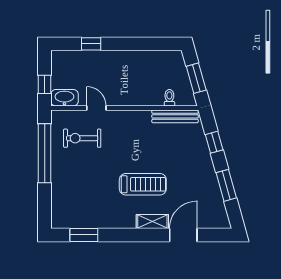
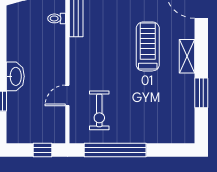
washbasin: (64, 98) -> (15, 76), moved, turned 180
shelving: (152, 221) -> (187, 56), moved
window: (84, 235) -> (201, 93), moved

